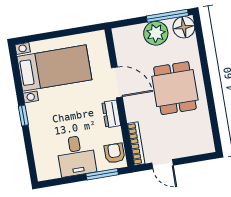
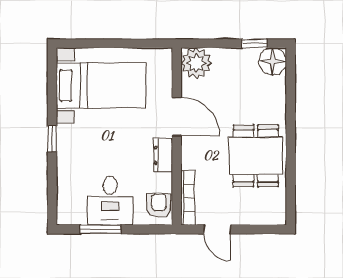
window: (167, 16) -> (254, 43), width x0.46
plant: (156, 33) -> (196, 63), moved
dining table: (175, 88) -> (256, 156), moved
window: (102, 174) -> (101, 229), moved

